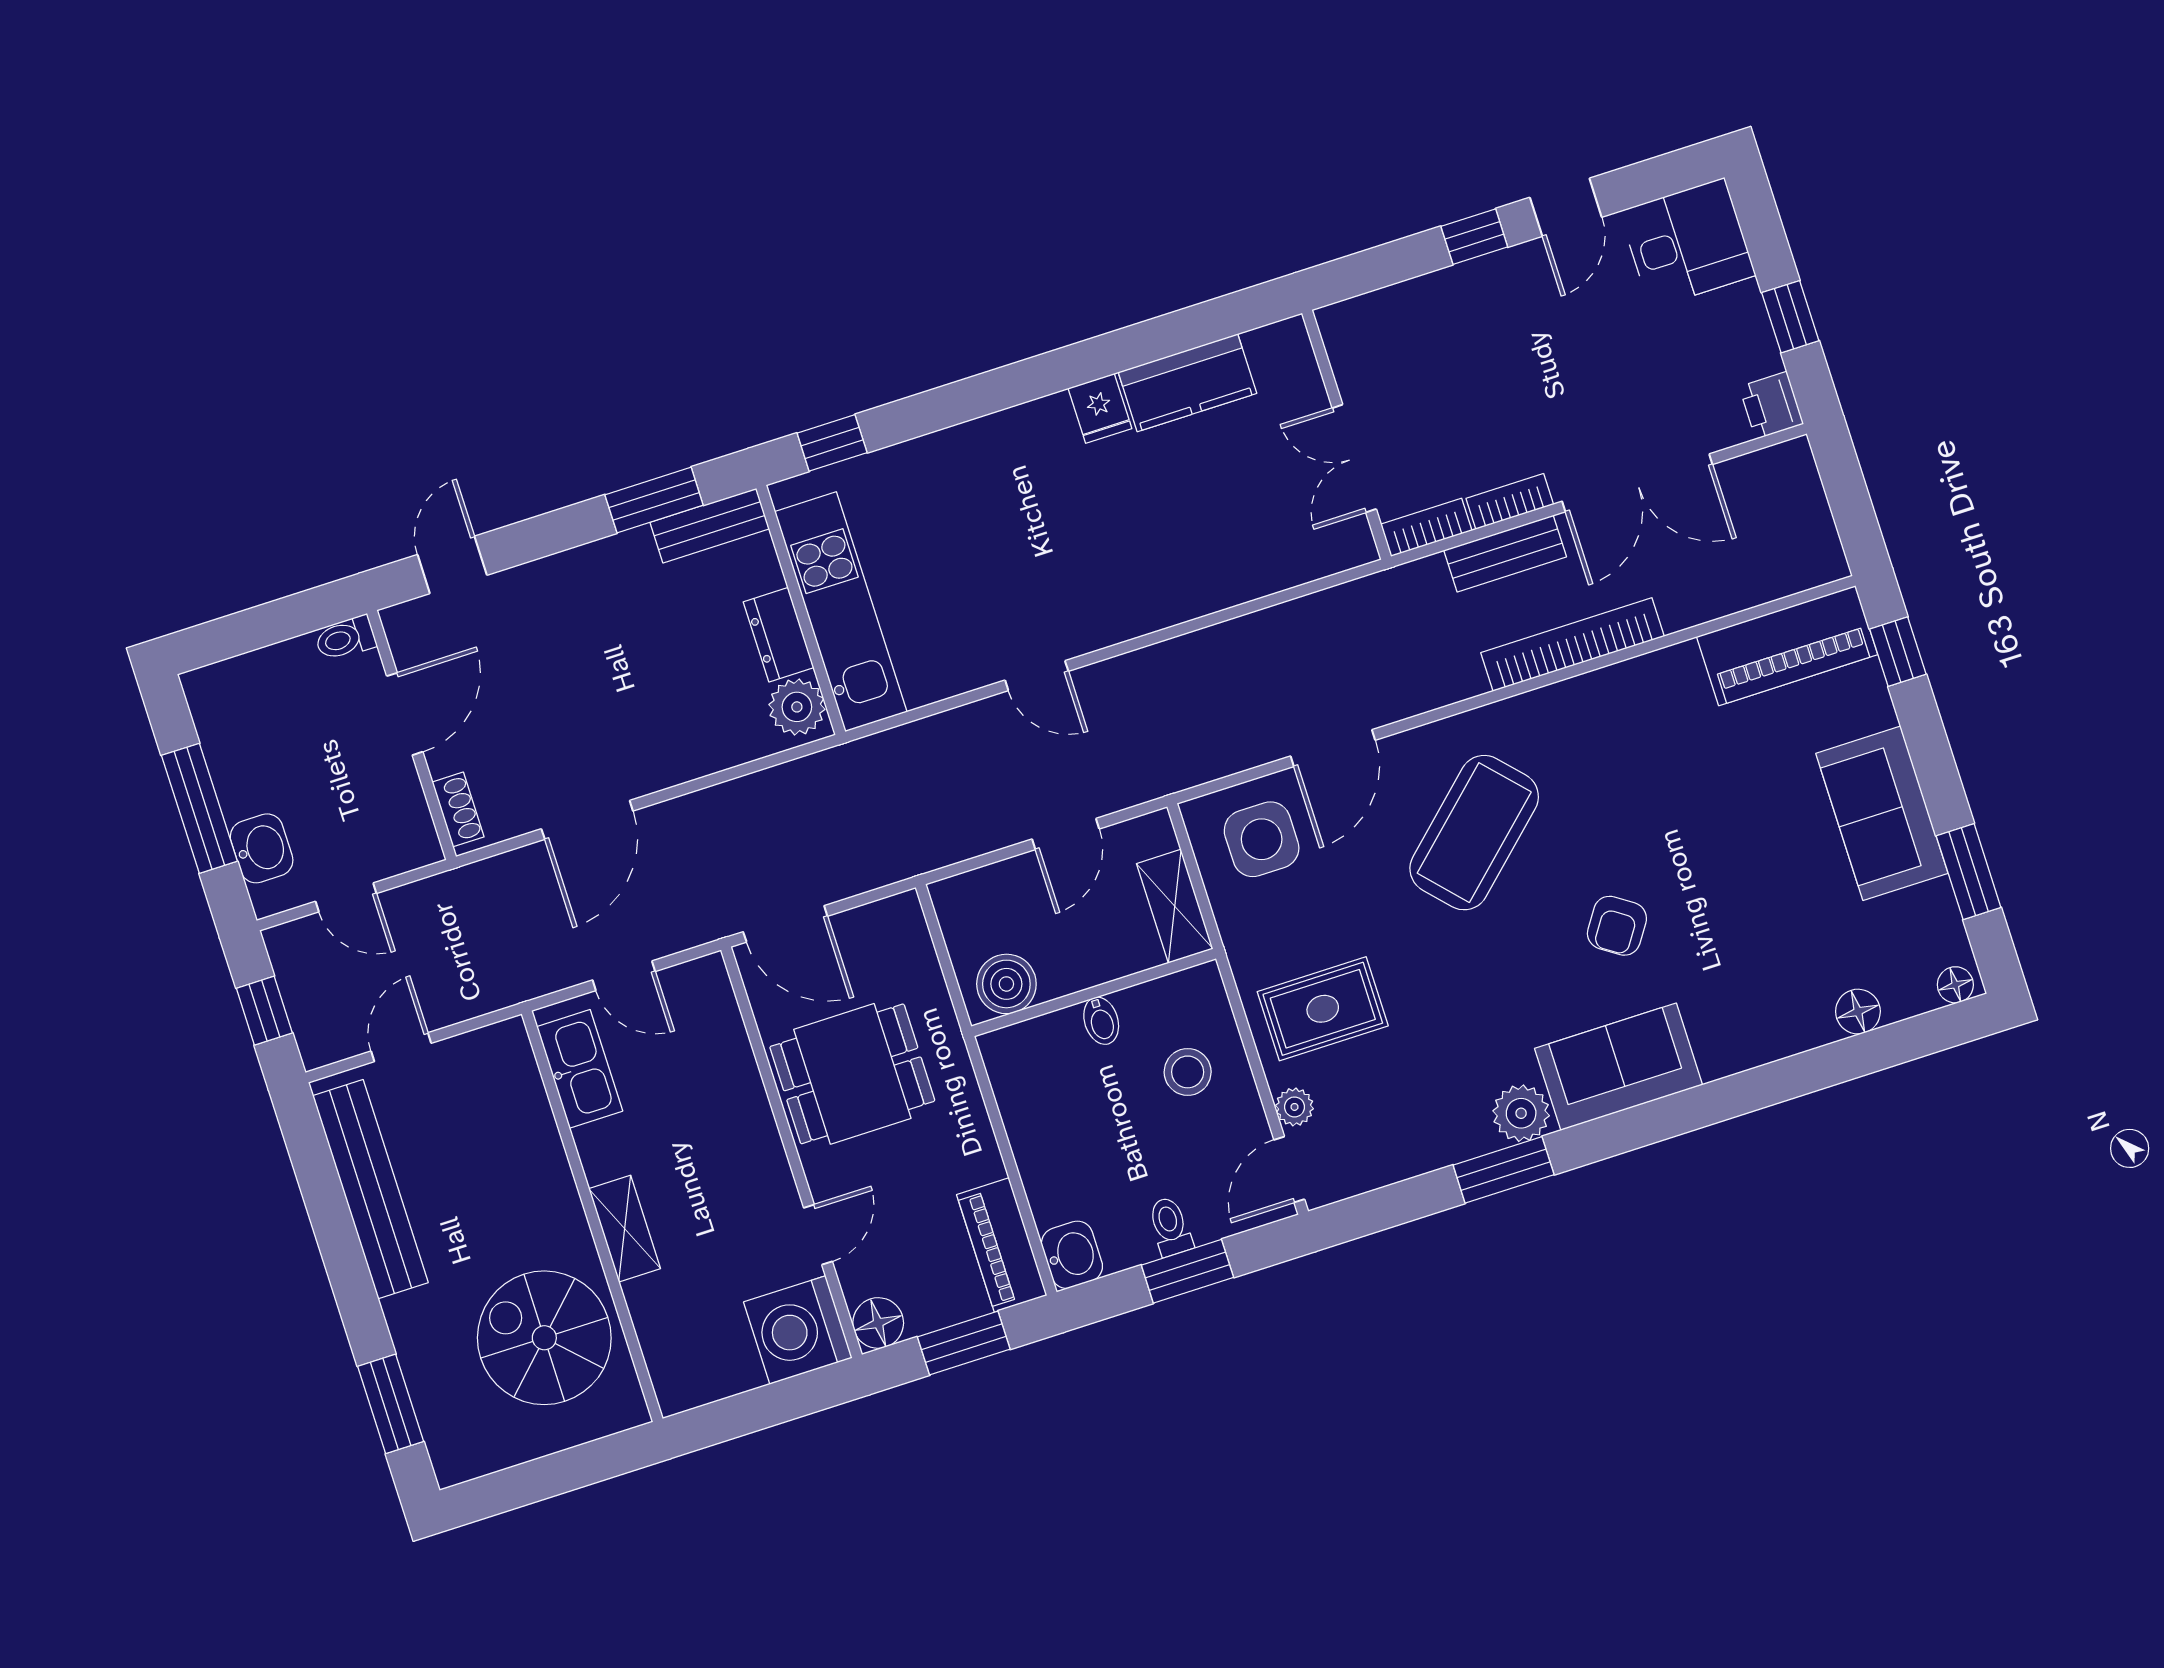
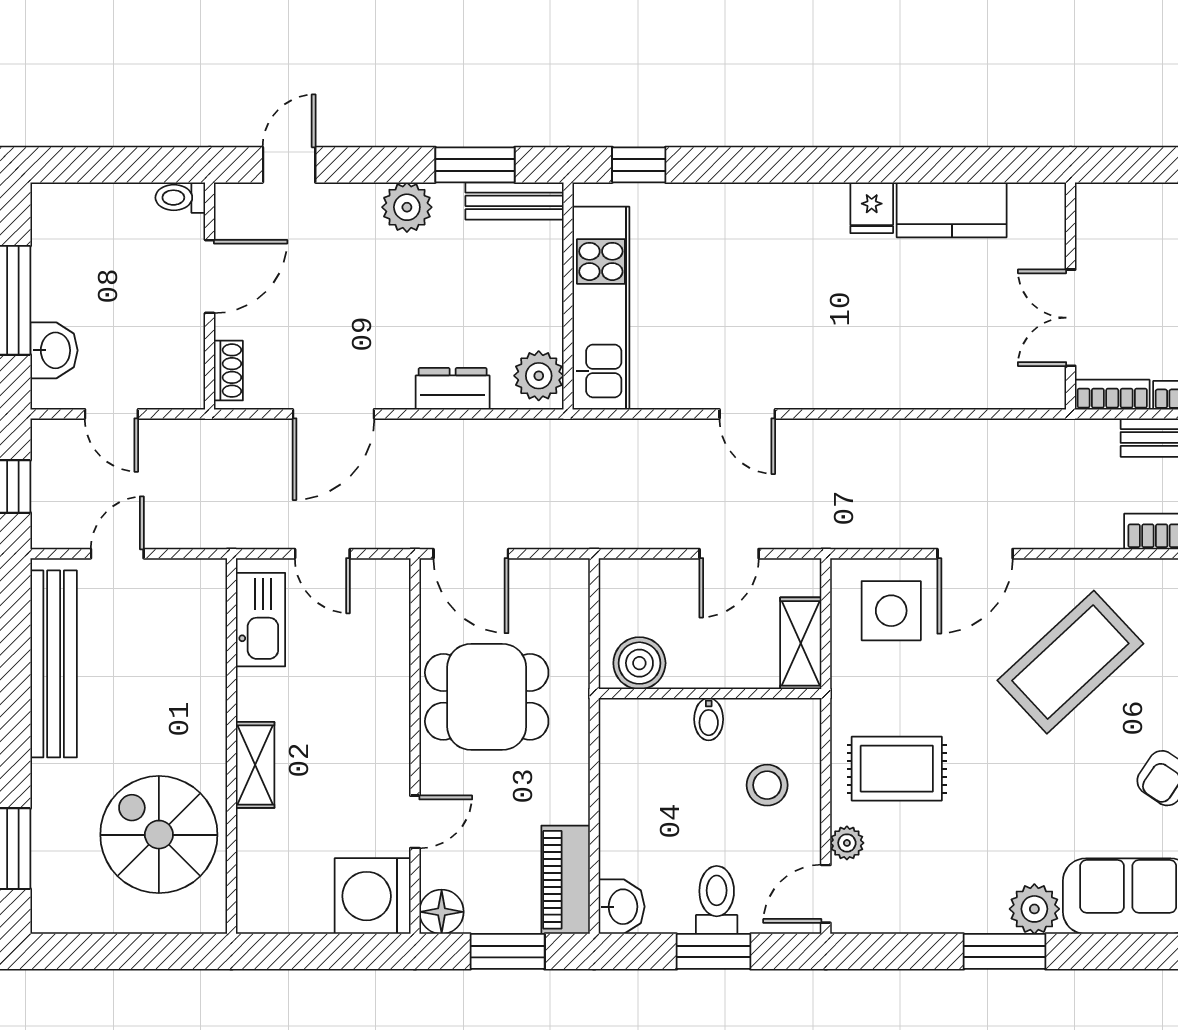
plant: (595, 570) -> (407, 207), added
dresser: (778, 635) -> (453, 389), moved, turned 90
toilet: (1170, 1226) -> (717, 900), width x1.37, depth x1.39

